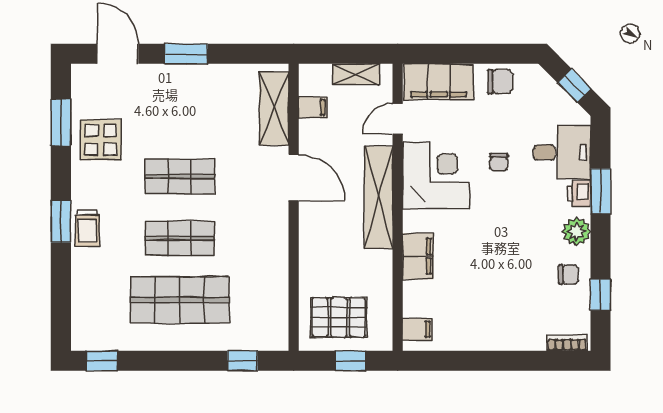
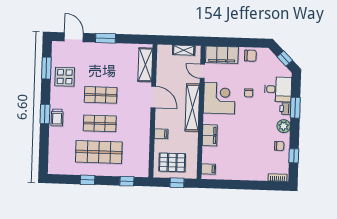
filing cabinet: (313, 107) -> (161, 134), moved
door: (398, 119) -> (202, 71), hinge flipped
window: (102, 361) -> (88, 180), moved

